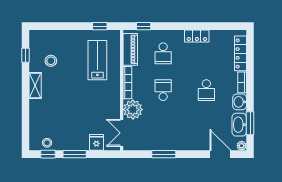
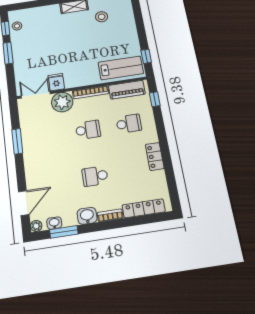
school desk: (163, 53) -> (129, 124), turned 180
lab bench: (97, 60) -> (121, 68), moved
washbasin: (239, 125) -> (54, 223), width x0.52, depth x0.69
fridge: (96, 142) -> (56, 82), moved, turned -90

